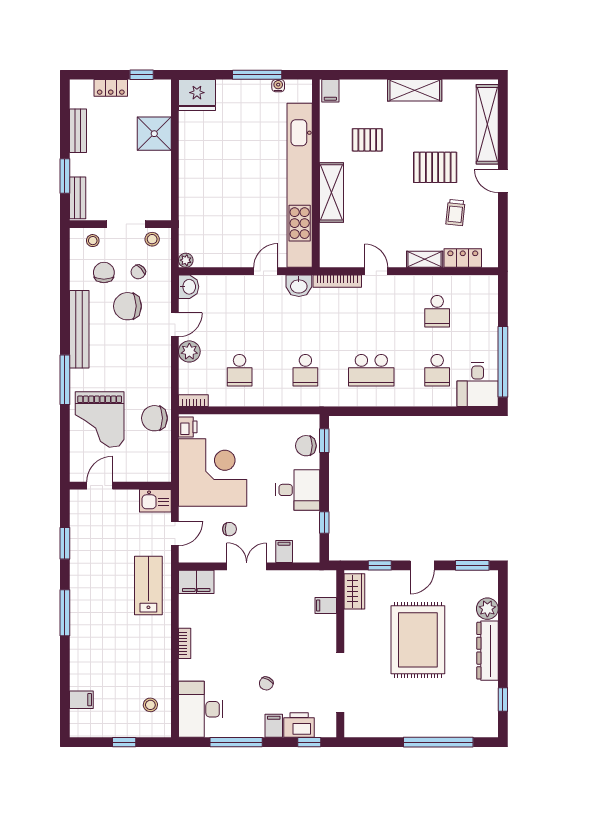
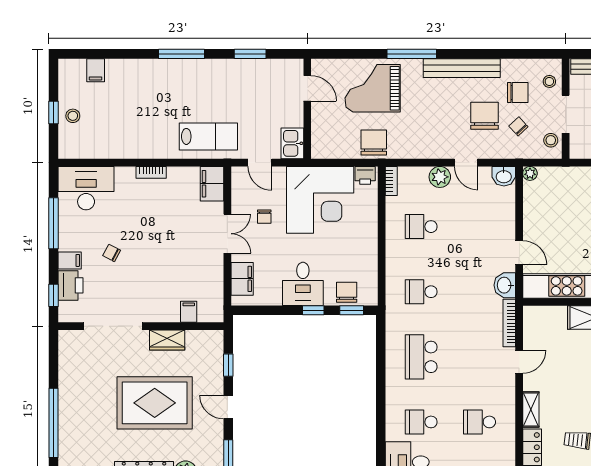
window: (324, 522) -> (313, 310), moved
filing cabinet: (284, 551) -> (242, 279), width x2.00
wardrobe: (354, 591) -> (167, 340), moved
stool: (150, 705) -> (73, 116), moved

